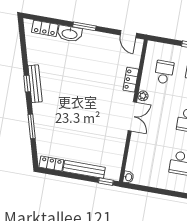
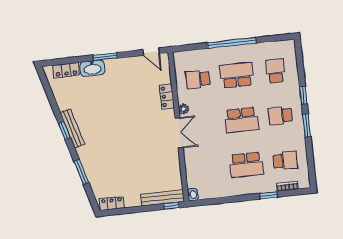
school desk: (164, 72) -> (198, 79), turned -90
bench: (84, 169) -> (162, 198), moved

